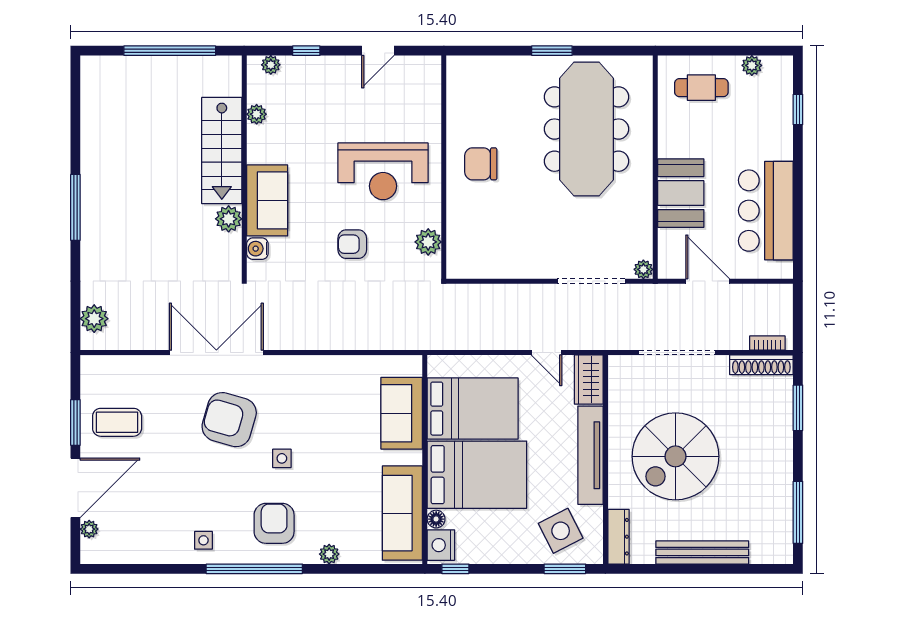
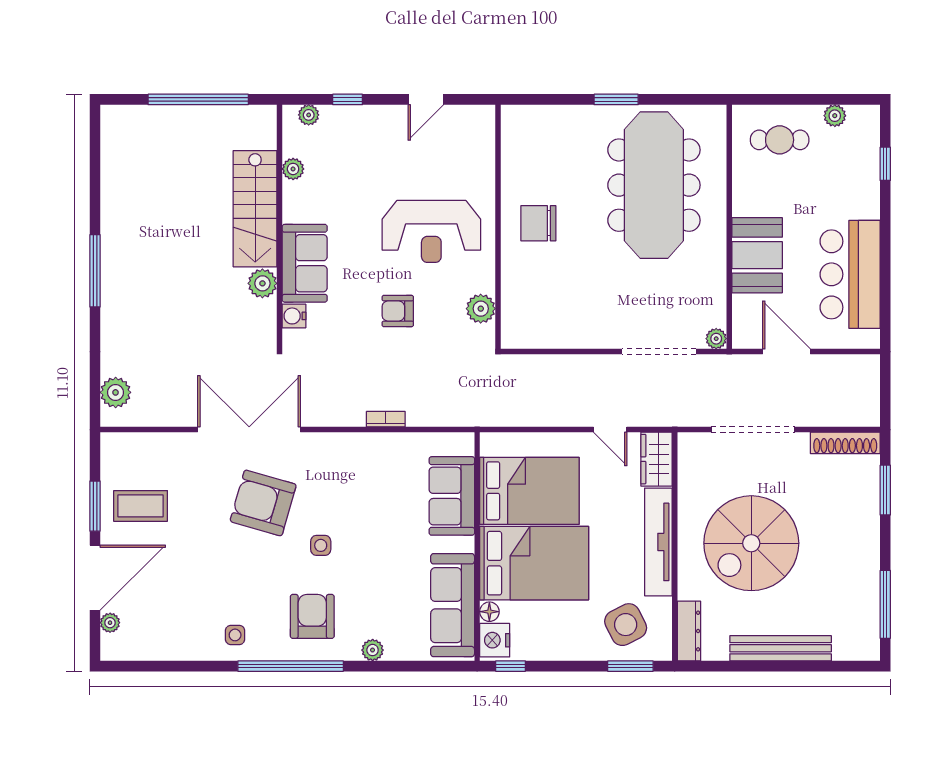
bookcase: (767, 343) -> (386, 419), moved

